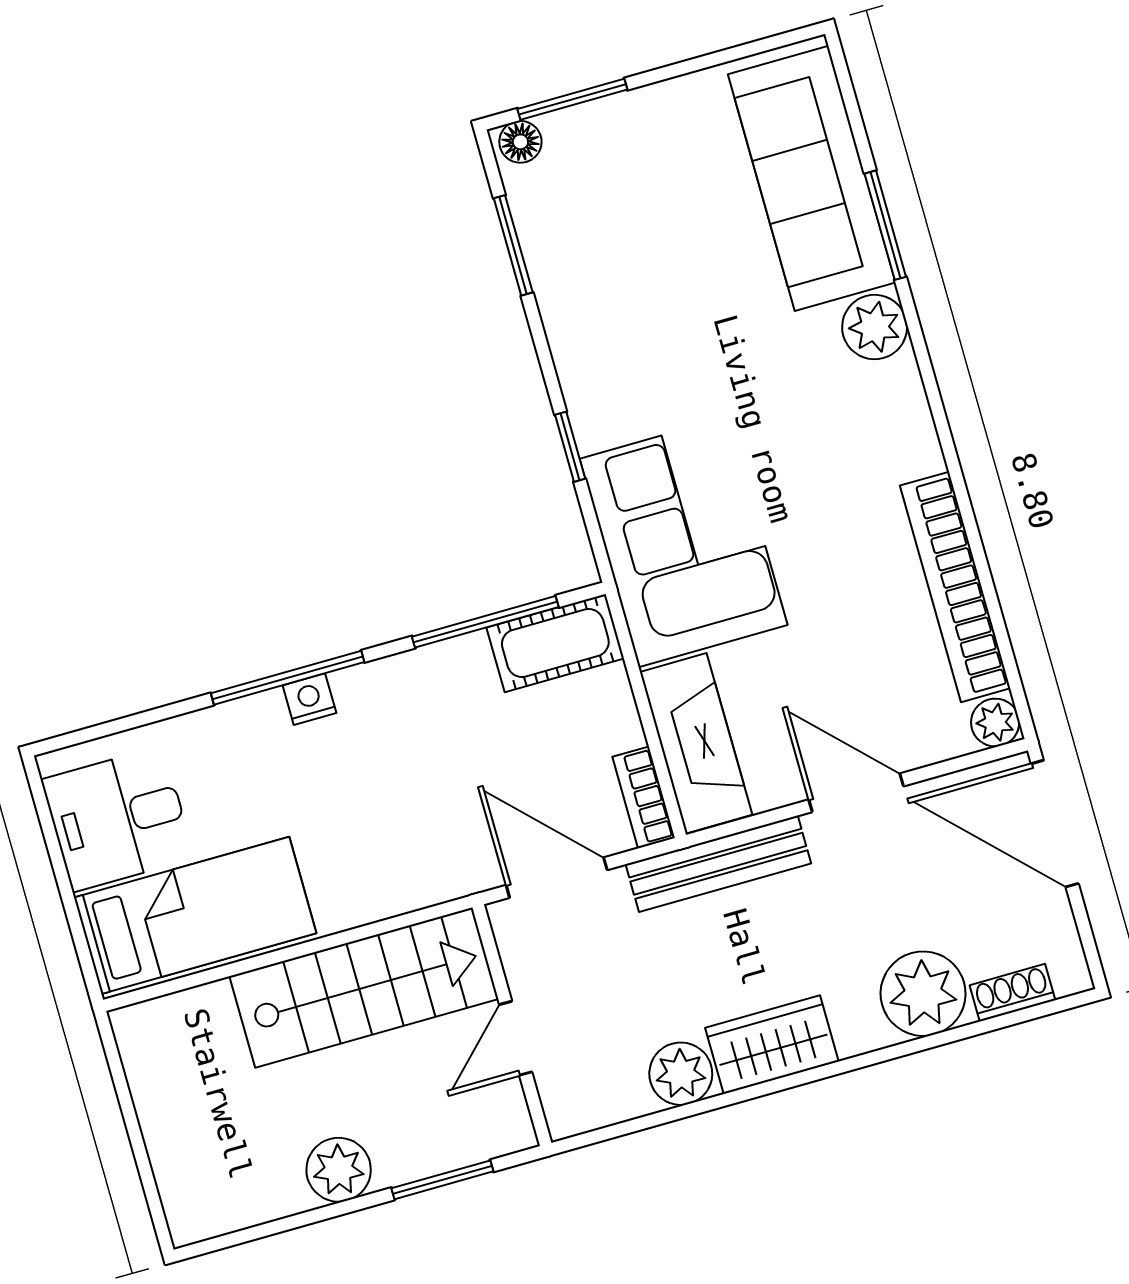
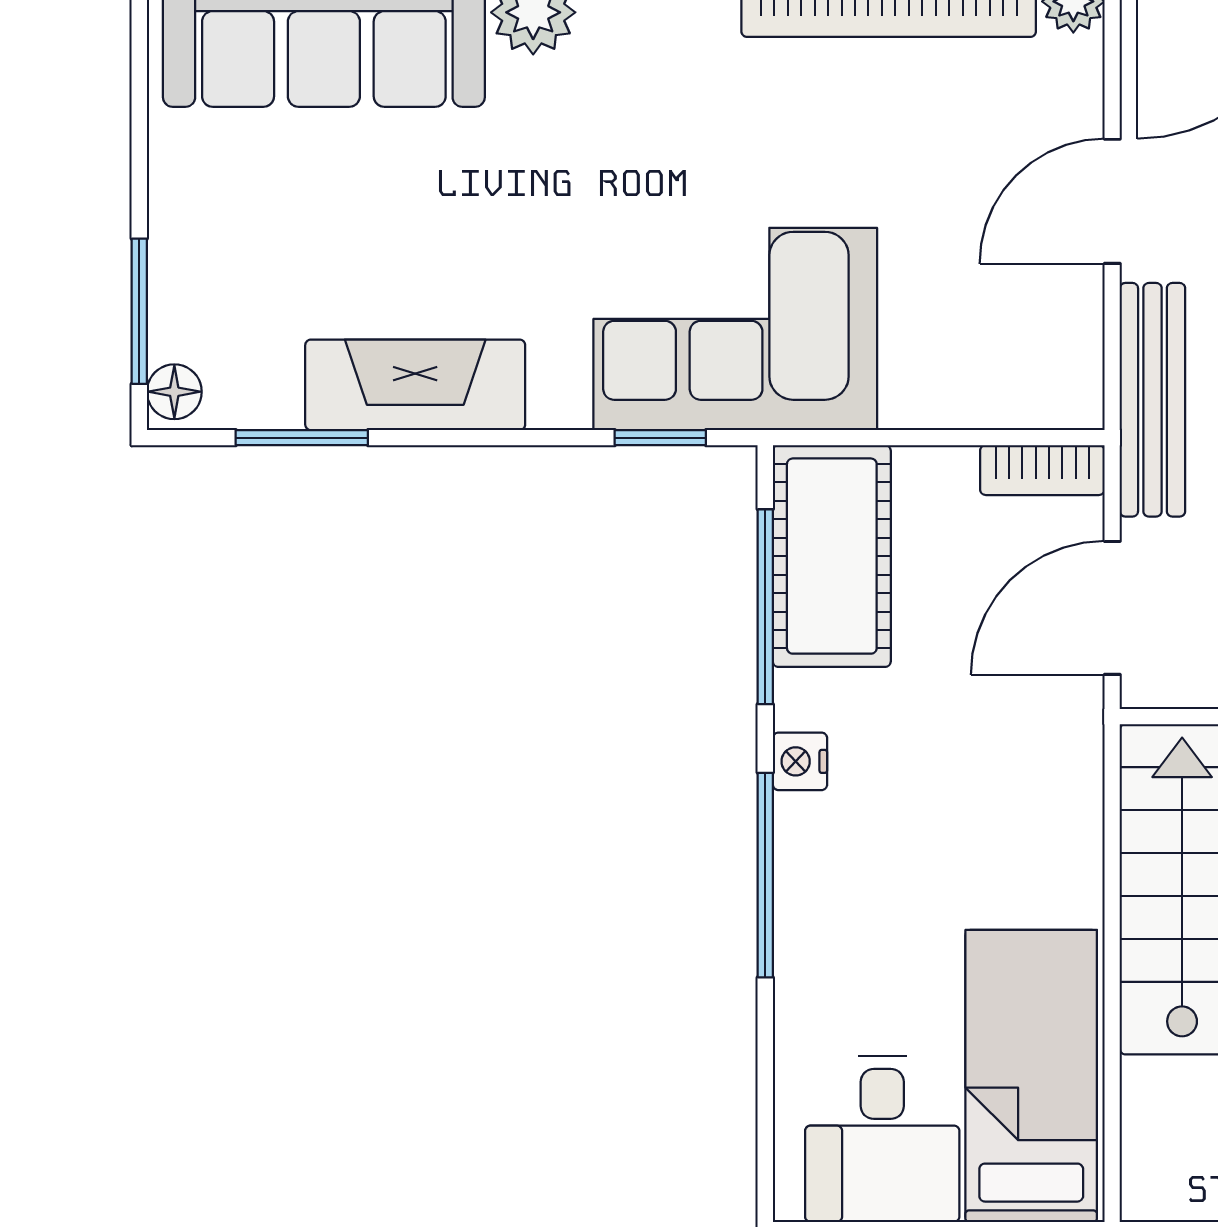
window: (570, 447) -> (660, 438), moved
cot: (555, 643) -> (832, 556), width x1.37, depth x1.34
nightstand: (309, 699) -> (800, 761), moved
fireplace: (696, 743) -> (415, 385), moved

